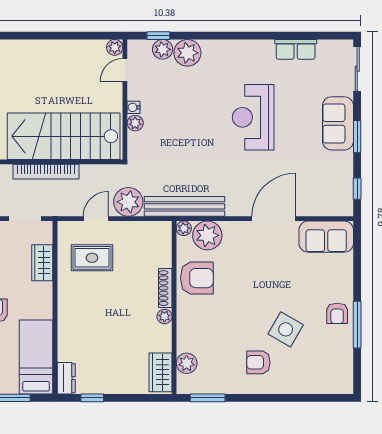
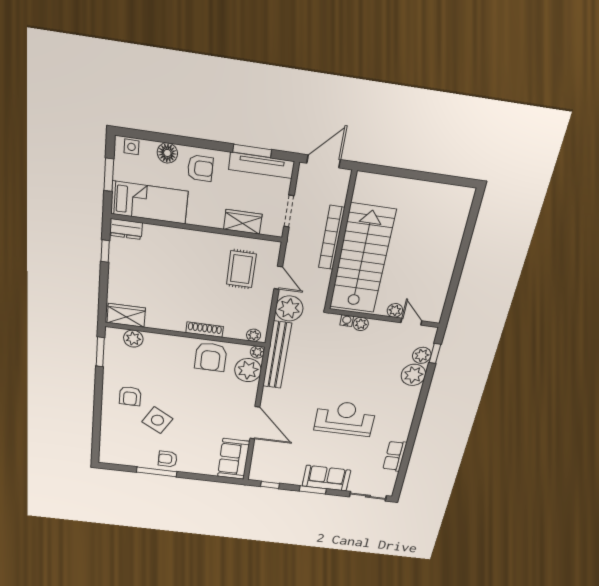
plant: (115, 47) -> (395, 310), moved
water cooler: (134, 107) -> (347, 321), moved
plant: (164, 316) -> (254, 335), moved
armchair: (258, 362) -> (130, 396), turned 180

